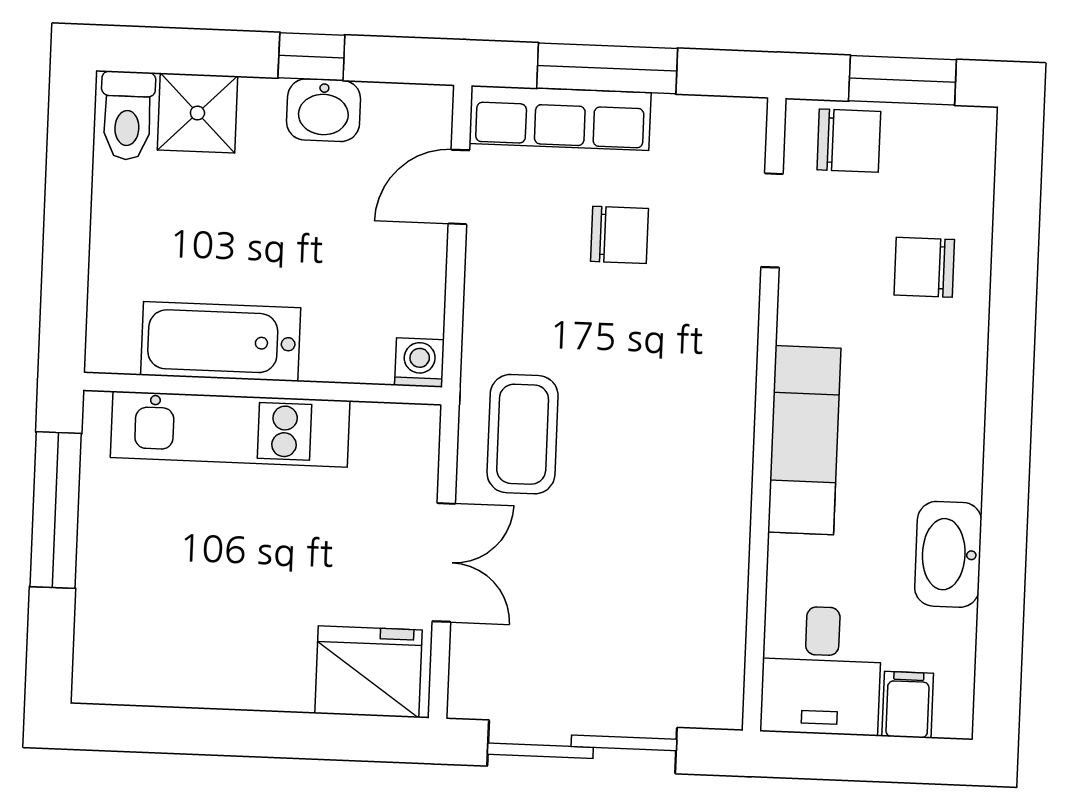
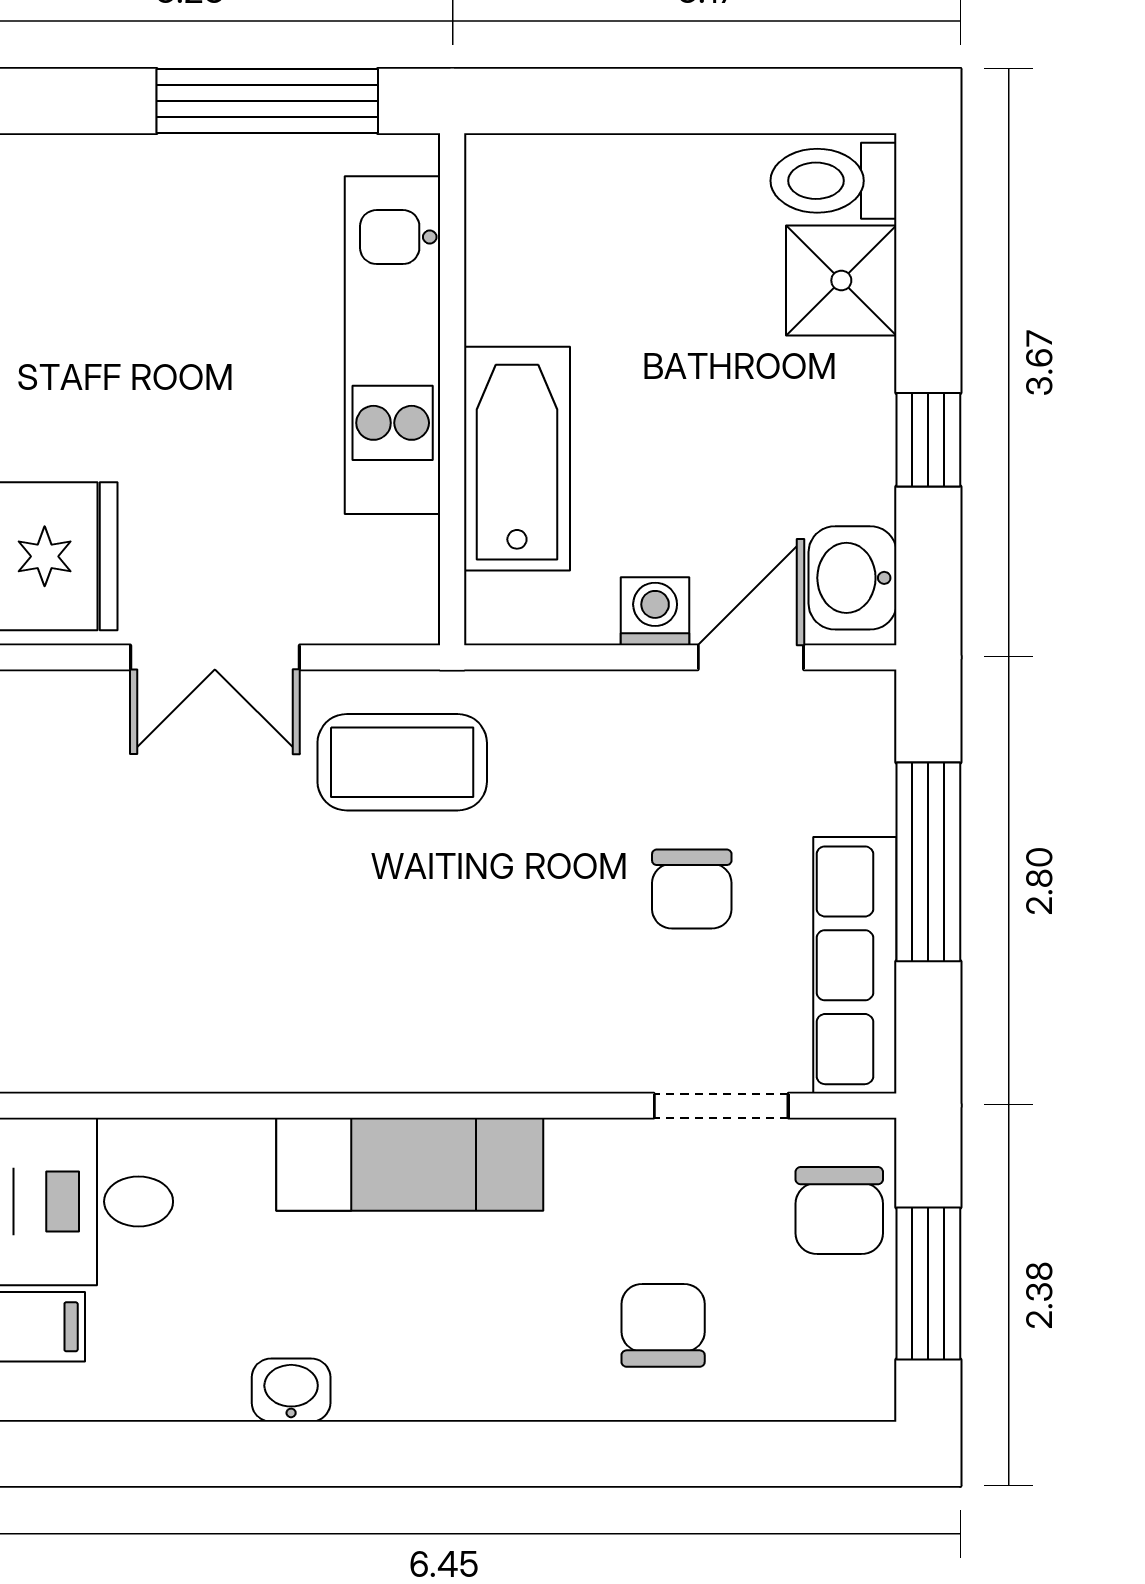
washbasin: (324, 110) -> (853, 578), moved
row of seats: (560, 118) -> (855, 965), moved
door: (459, 187) -> (751, 657), hinge flipped
bathtub: (221, 341) -> (517, 459), moved
washing machine: (419, 363) -> (655, 611), moved, turned -90
washbasin: (948, 554) -> (291, 1390), width x0.52, depth x0.69

